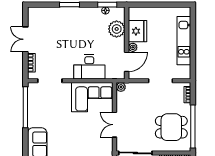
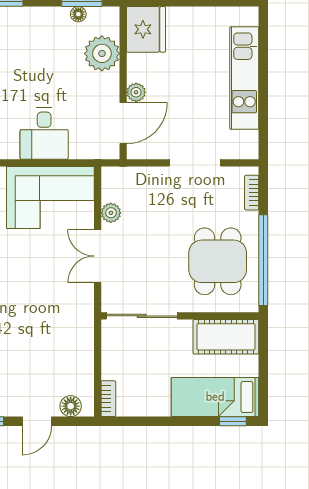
fridge: (137, 31) -> (146, 29), moved
desk: (89, 67) -> (44, 134), width x0.73
plant: (121, 87) -> (111, 213), moved
dining table: (171, 127) -> (218, 261), turned 90

